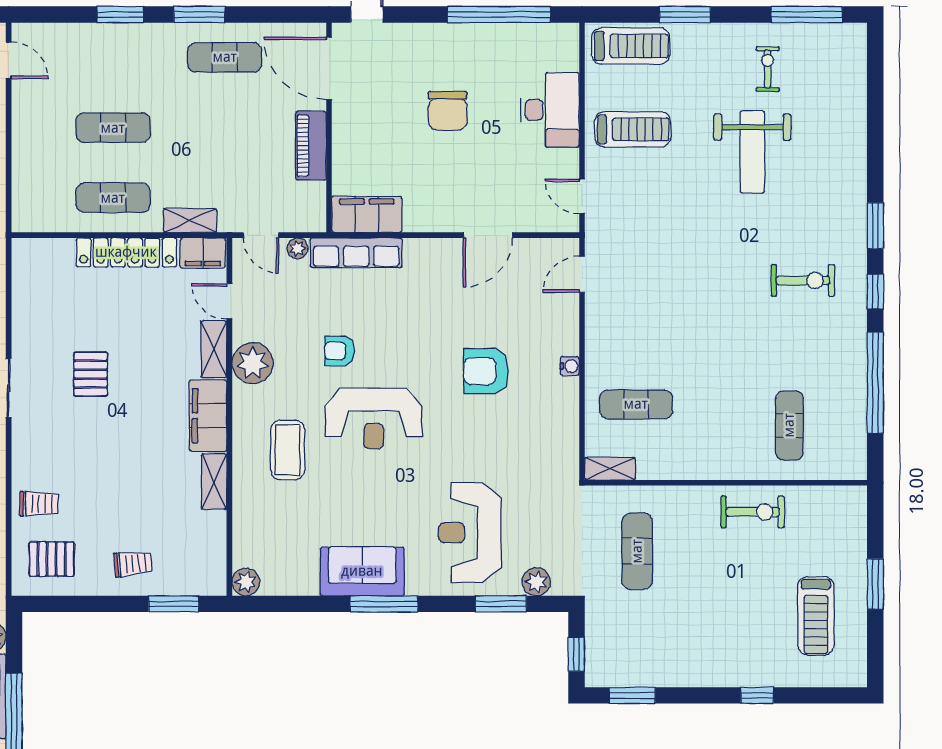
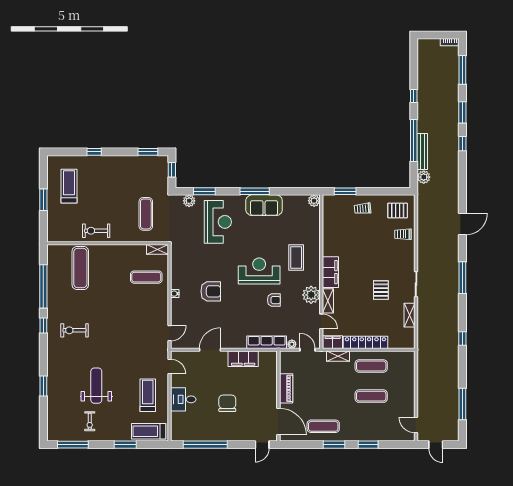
desk: (550, 110) -> (183, 399), width x0.73
treadmill: (633, 129) -> (148, 395), turned 90
filing cabinet: (367, 214) -> (243, 359), moved
window: (875, 226) -> (43, 386), moved
exercise mat: (789, 425) -> (80, 268), width x1.36, depth x1.45
shelving: (214, 482) -> (410, 315), moved

